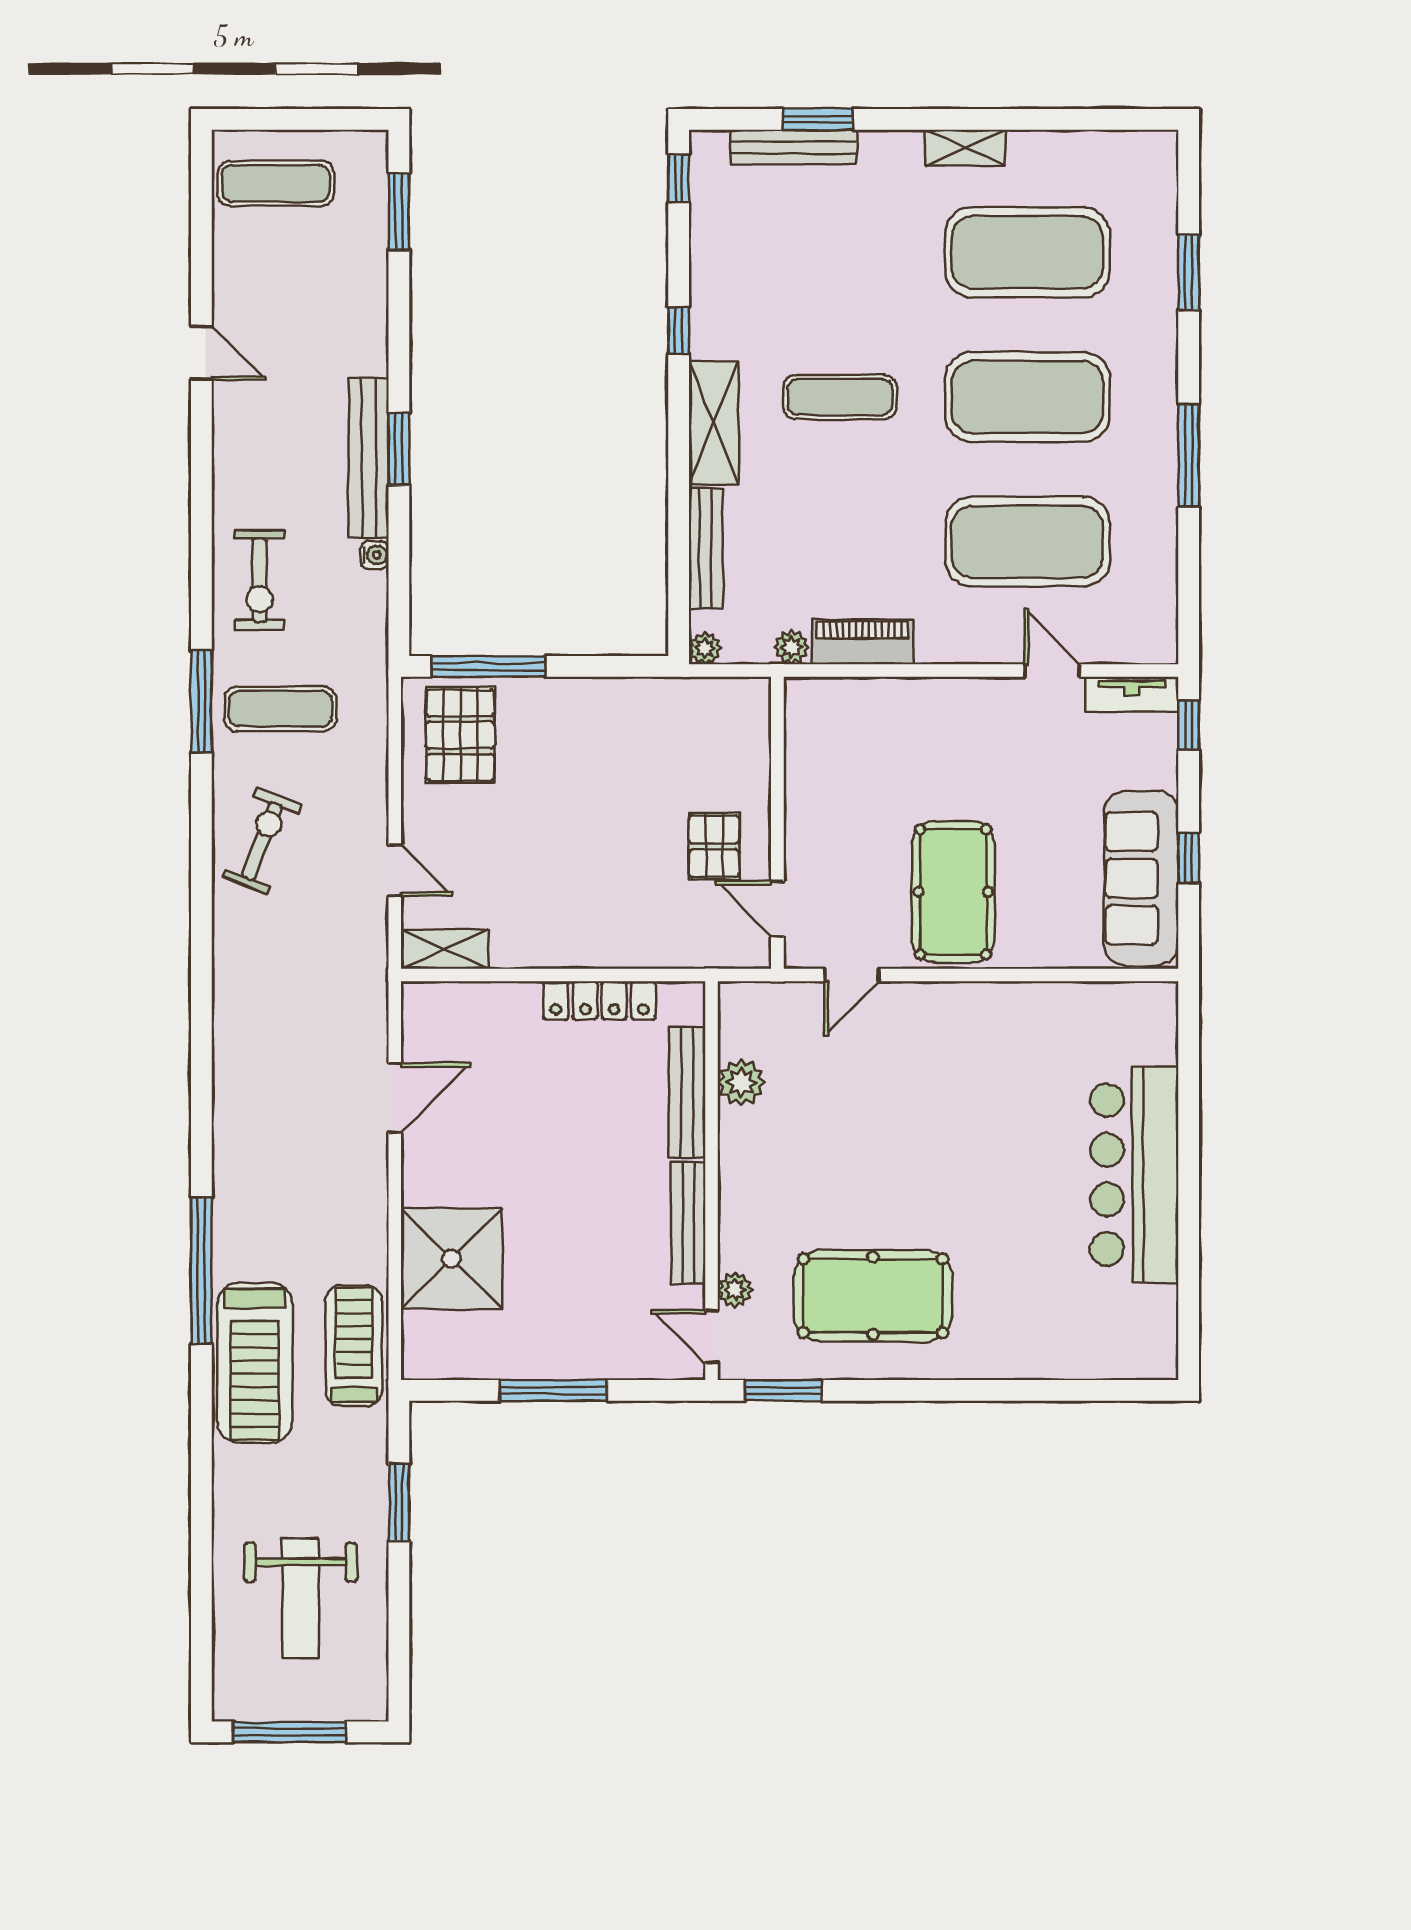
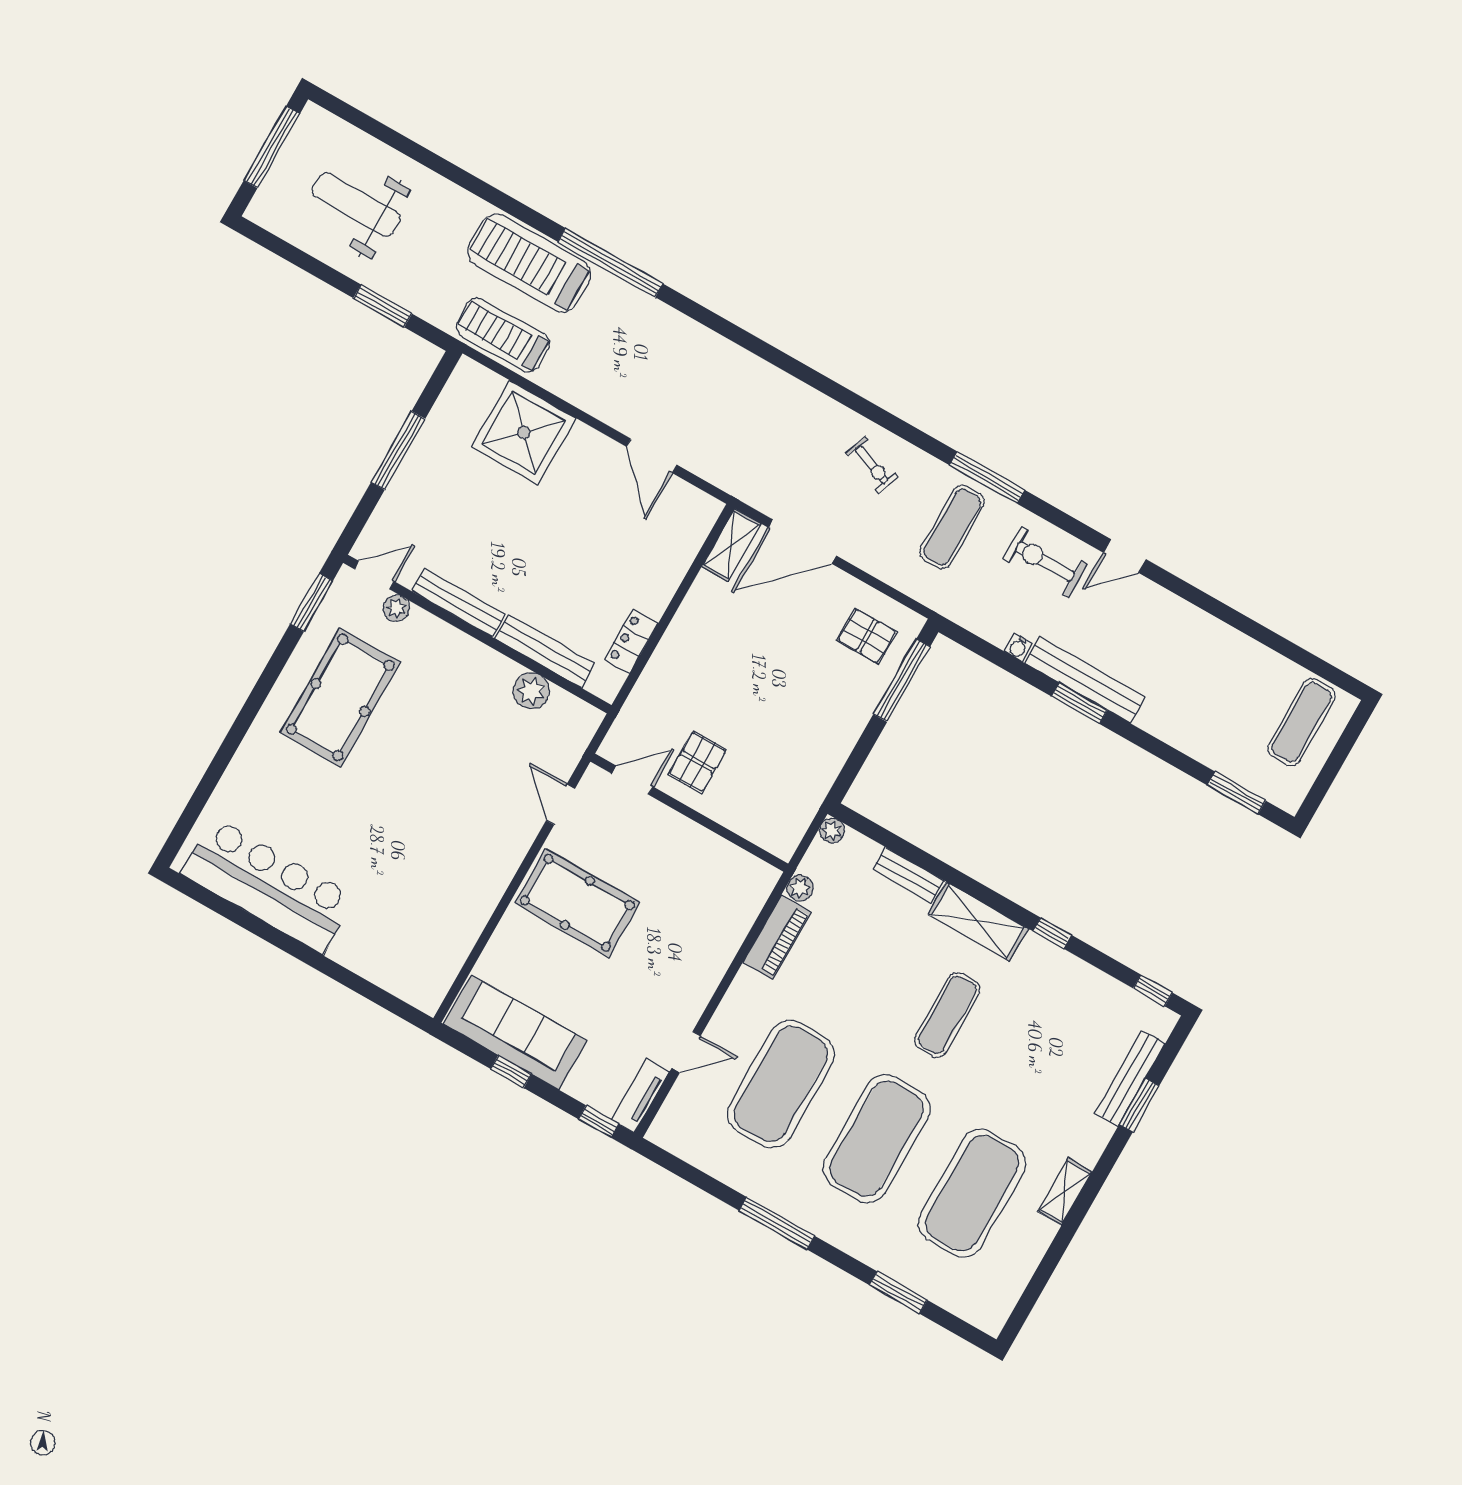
door: (201, 353) -> (1125, 556), moved
bench: (706, 548) -> (909, 875), width x0.73
pallet: (460, 735) -> (867, 636), width x0.67, depth x0.71
exercise bike: (262, 841) -> (872, 465), width x0.73, depth x0.72
pallet: (714, 846) -> (698, 762), turned 90
door: (395, 870) -> (802, 542), width x1.88
locker: (600, 1000) -> (631, 641), width x0.66
bar counter: (1134, 1175) -> (268, 885), moved
treadmill: (354, 1346) -> (503, 335), turned 180

